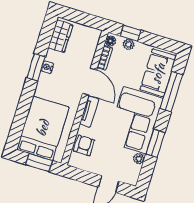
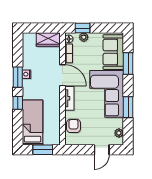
wardrobe: (60, 36) -> (48, 40), moved, turned 90
window: (171, 92) -> (128, 63), width x0.69
window: (27, 98) -> (18, 103), added
bed: (43, 128) -> (32, 123), width x0.67
plant: (139, 159) -> (119, 133), moved

